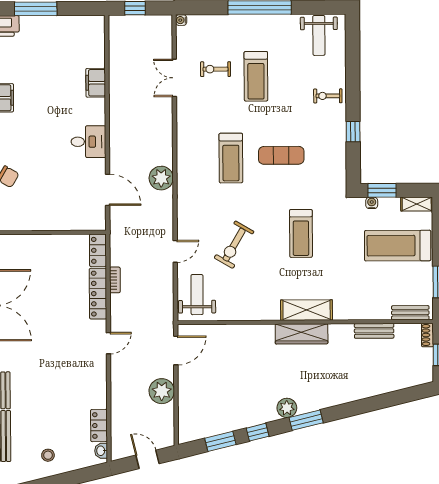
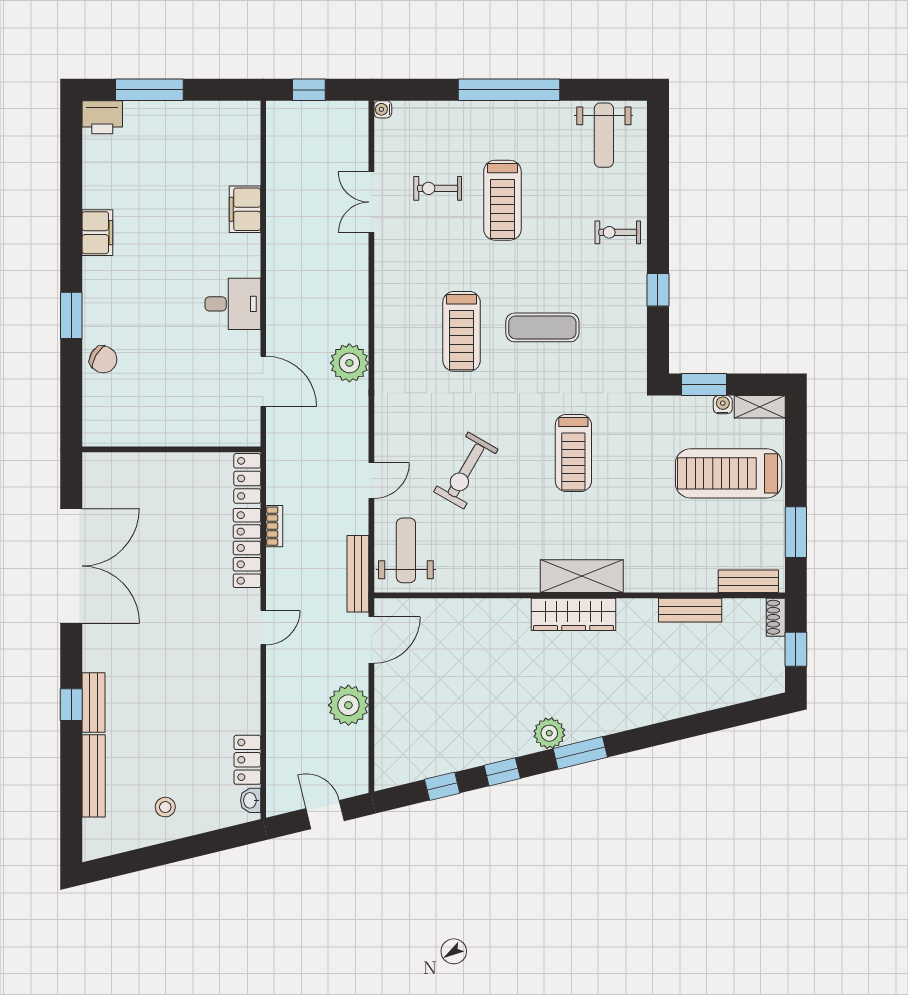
water cooler: (372, 203) -> (723, 405), moved
bench: (167, 309) -> (358, 574), added
window: (220, 441) -> (442, 786), width x0.67

